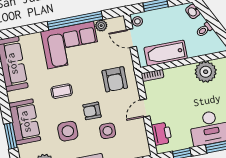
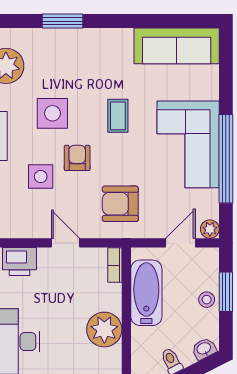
stool: (137, 21) -> (207, 300), moved
plant: (101, 26) -> (210, 229), moved
plant: (206, 72) -> (104, 330), moved
sofa: (25, 122) -> (81, 48), removed

